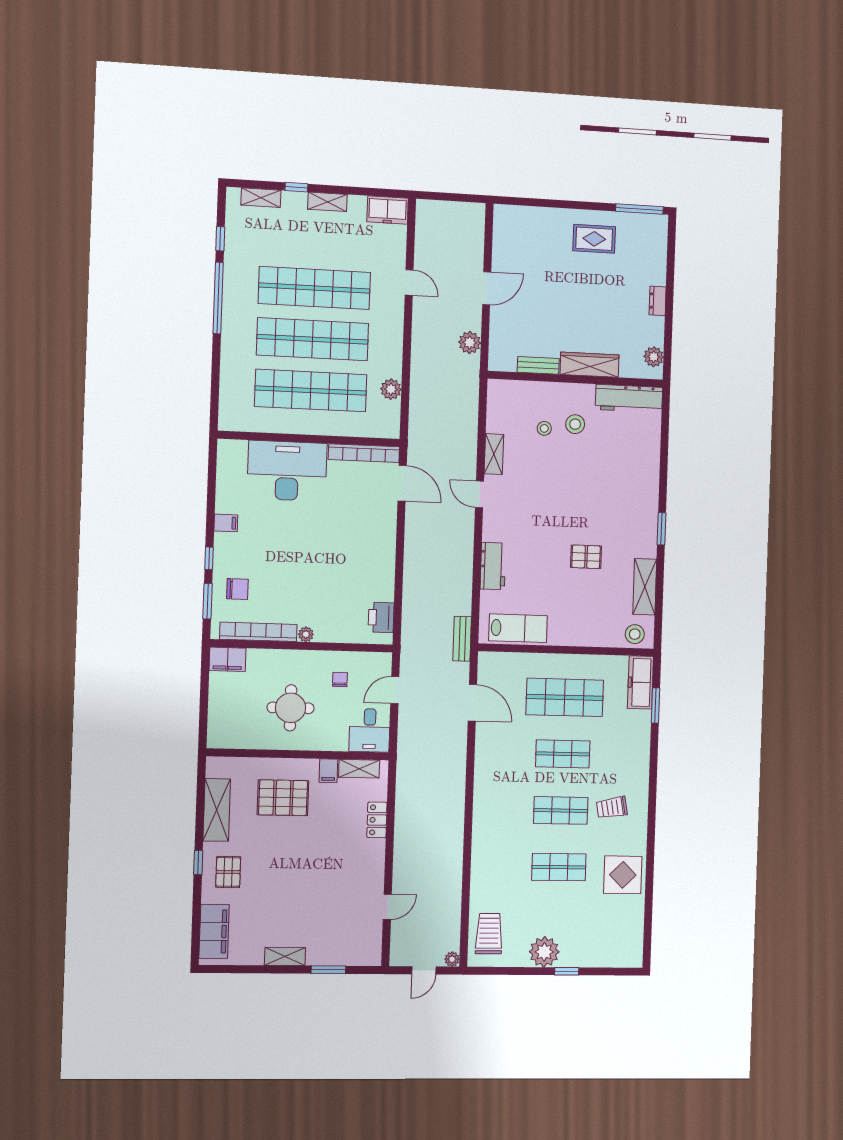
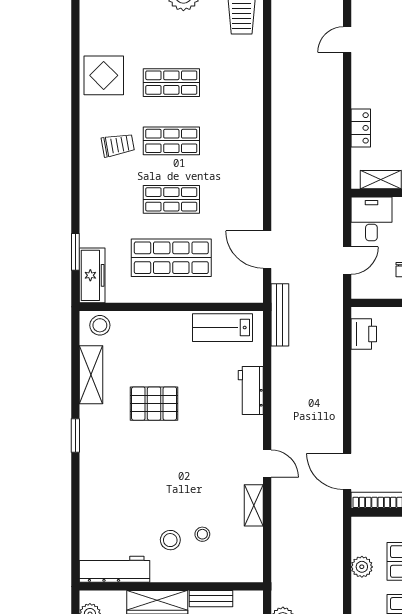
pallet: (586, 557) -> (154, 404), width x1.50, depth x1.42
bench: (462, 639) -> (280, 315), width x1.36

